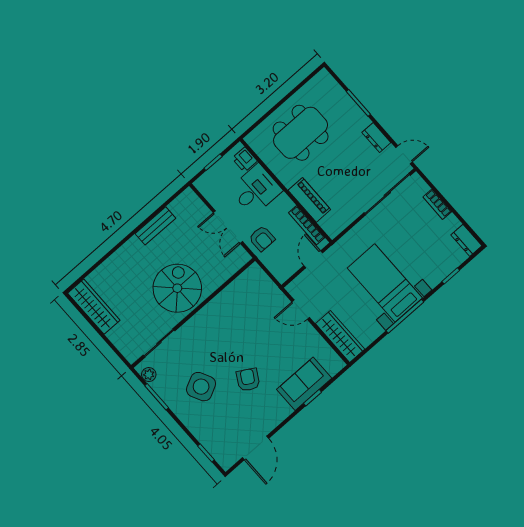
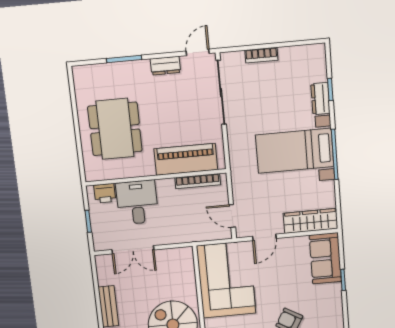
piano: (309, 200) -> (186, 159), width x1.37, depth x1.33
double door: (228, 227) -> (133, 250), moved
armchair: (262, 239) -> (182, 227), removed
dresser: (466, 240) -> (320, 99), moved, turned 90
door: (313, 259) -> (232, 216), moved
corner sofa: (245, 304) -> (226, 280), added
sofa: (304, 384) -> (325, 258), moved

